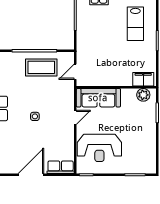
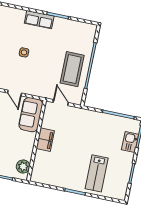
lab bench: (135, 24) -> (97, 173), turned -90
filing cabinet: (143, 79) -> (45, 140), moved
sofa: (98, 98) -> (31, 115), width x0.73

